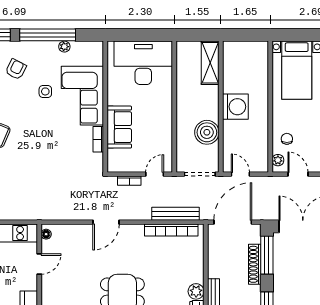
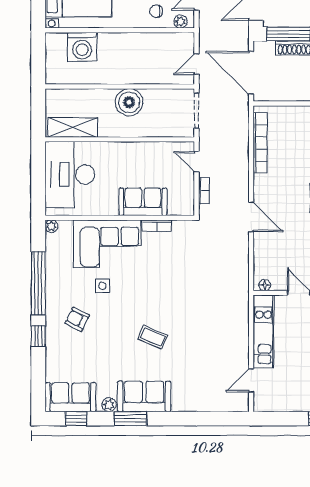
plant: (64, 47) -> (51, 226), moved
shelving: (210, 63) -> (73, 127), moved
washing machine: (235, 107) -> (82, 47), moved, turned 180
boiler: (207, 132) -> (129, 102), moved
bench: (175, 214) -> (241, 138), removed

